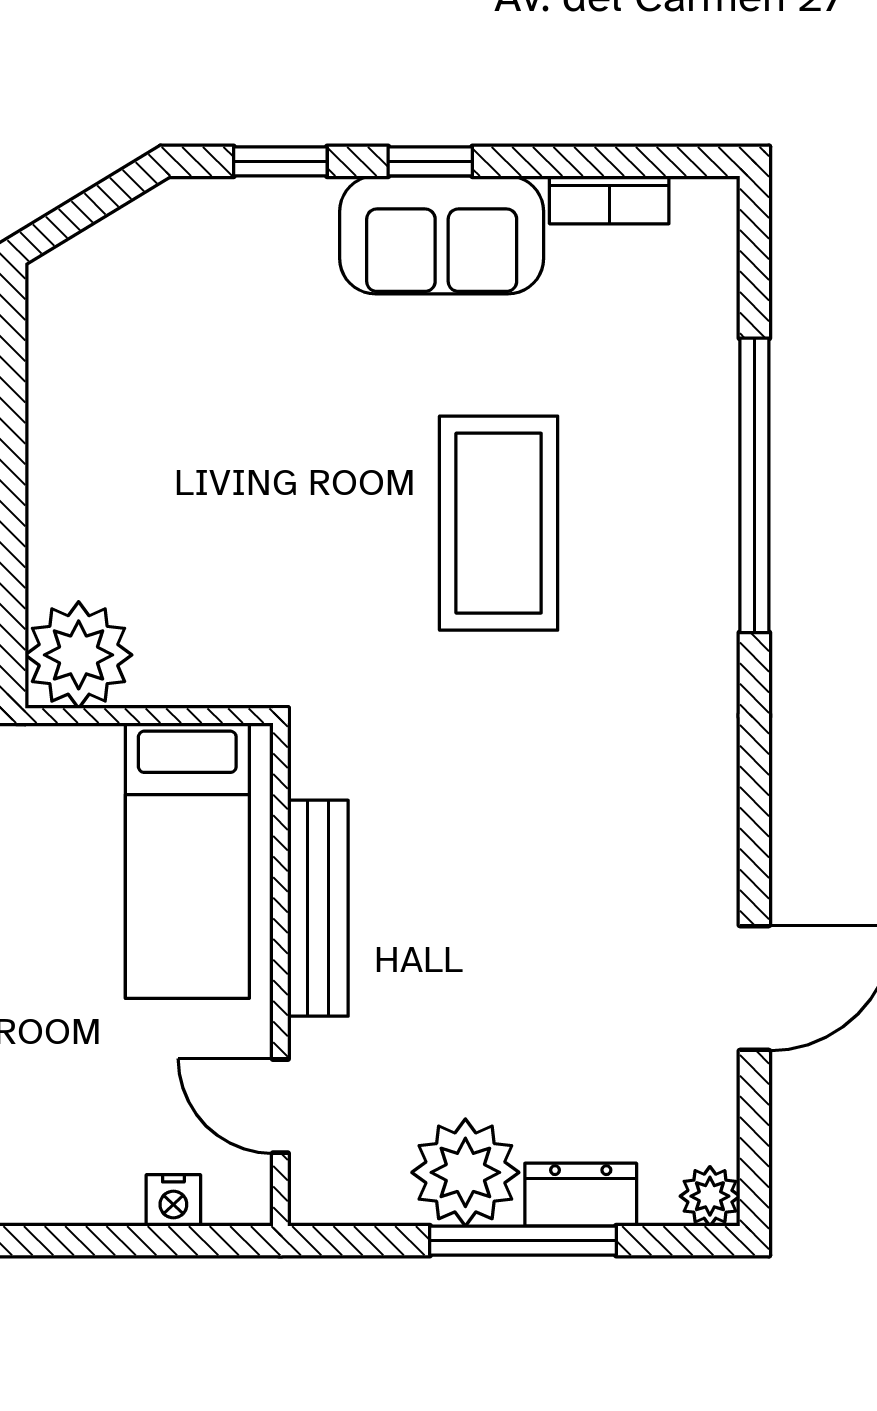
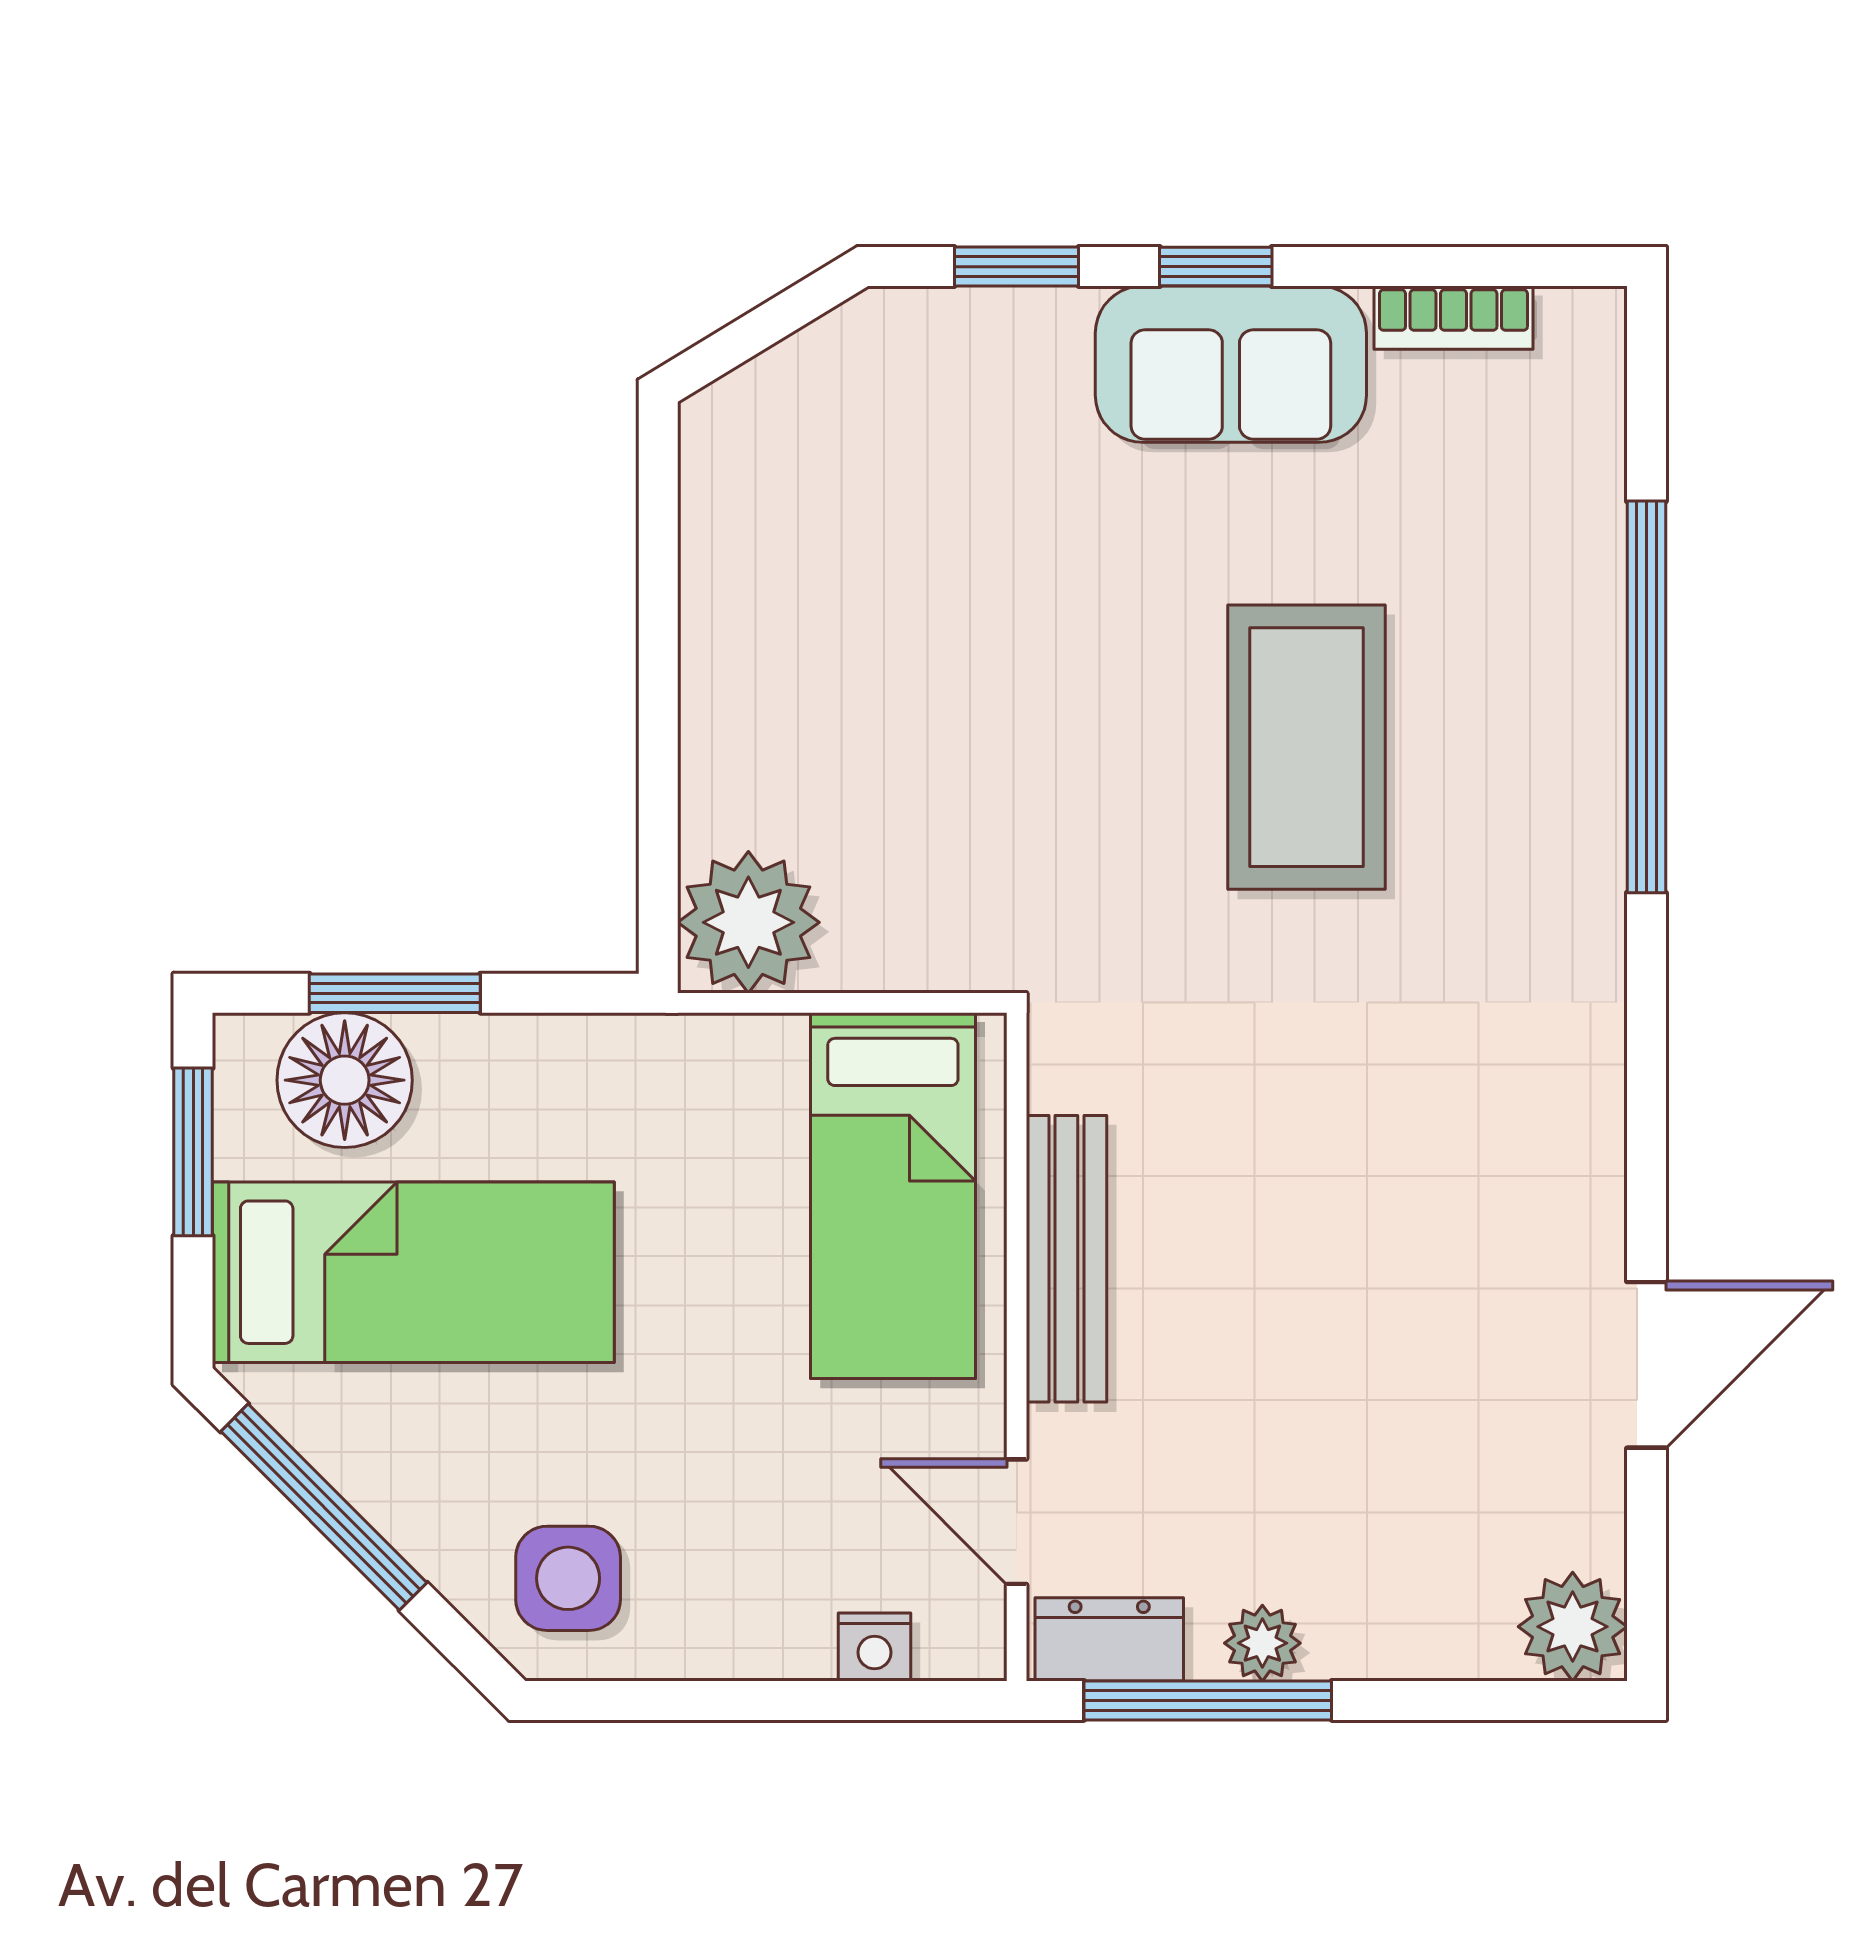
plant: (465, 1172) -> (1262, 1643), width x0.53, depth x0.53
dresser: (581, 1195) -> (1109, 1639), moved
plant: (710, 1196) -> (1573, 1627), width x1.38, depth x1.38
window: (523, 1241) -> (1208, 1700), moved

